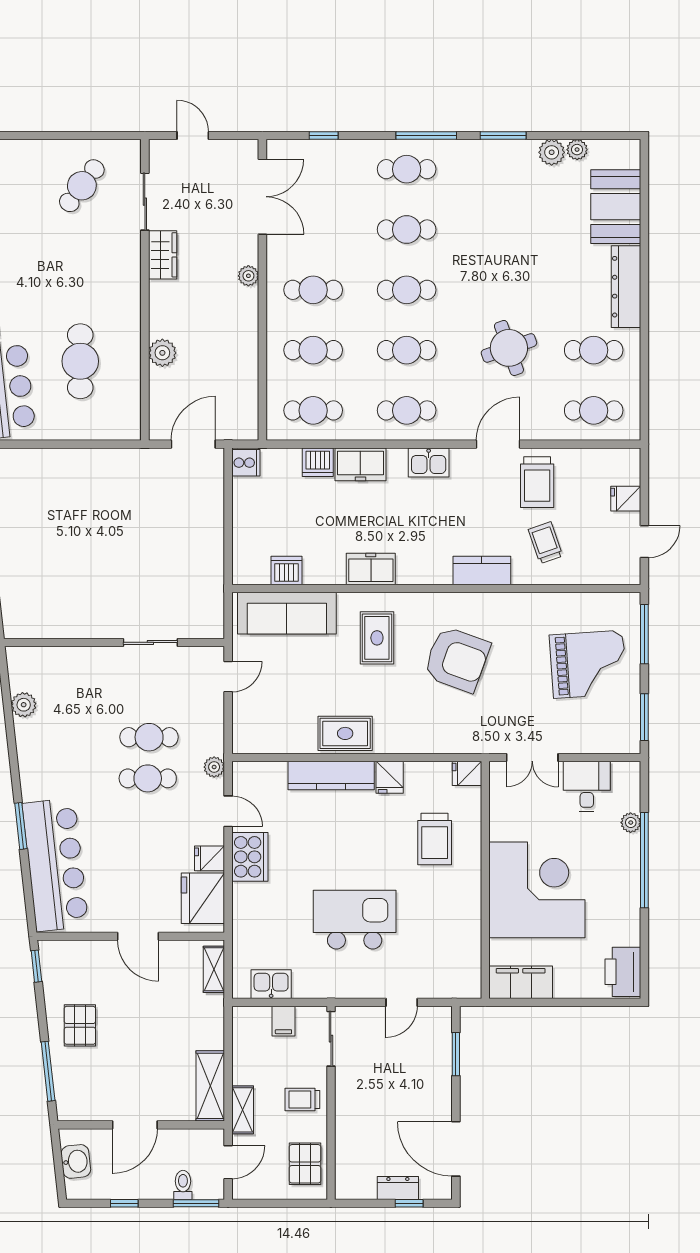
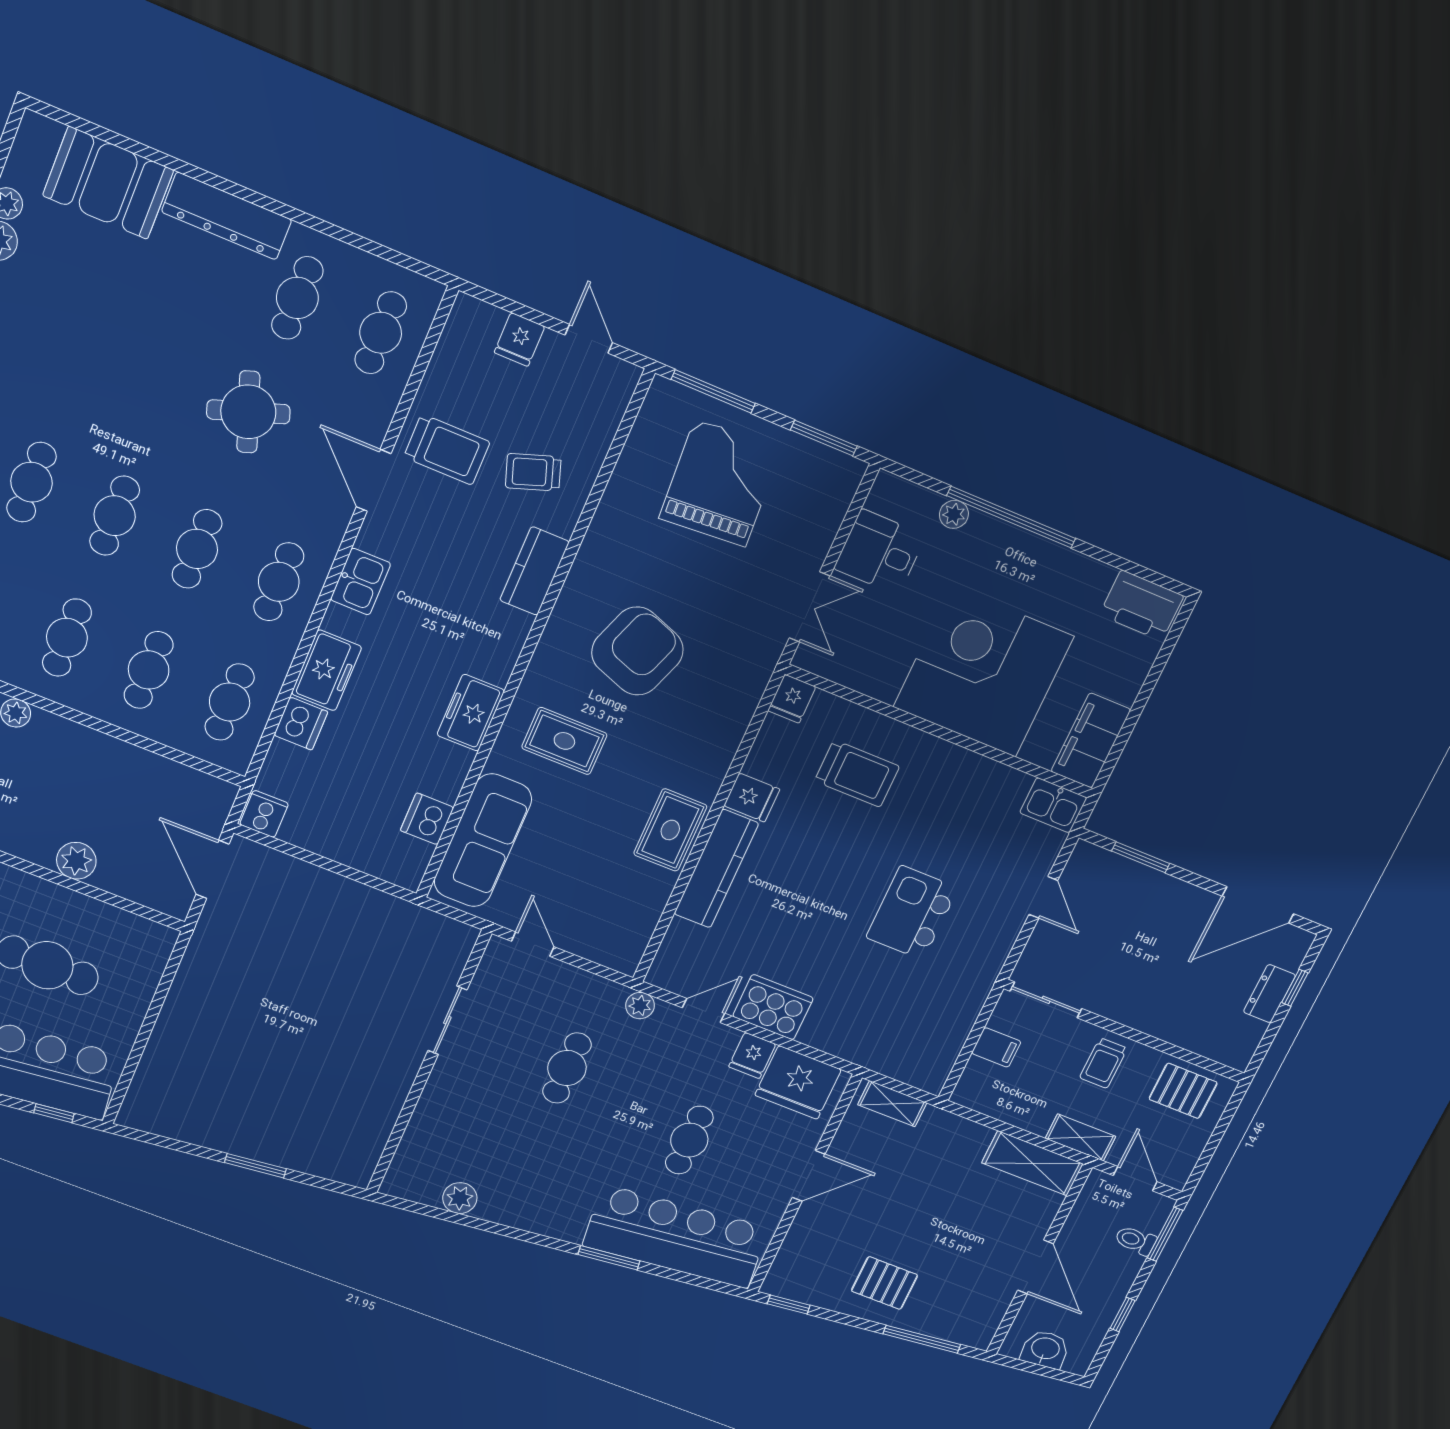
cafe table: (148, 778) -> (689, 1140), moved
kitchen island: (355, 920) -> (912, 913), width x0.73, depth x0.78
kitchen sink: (271, 984) -> (1053, 805), moved, turned -90

